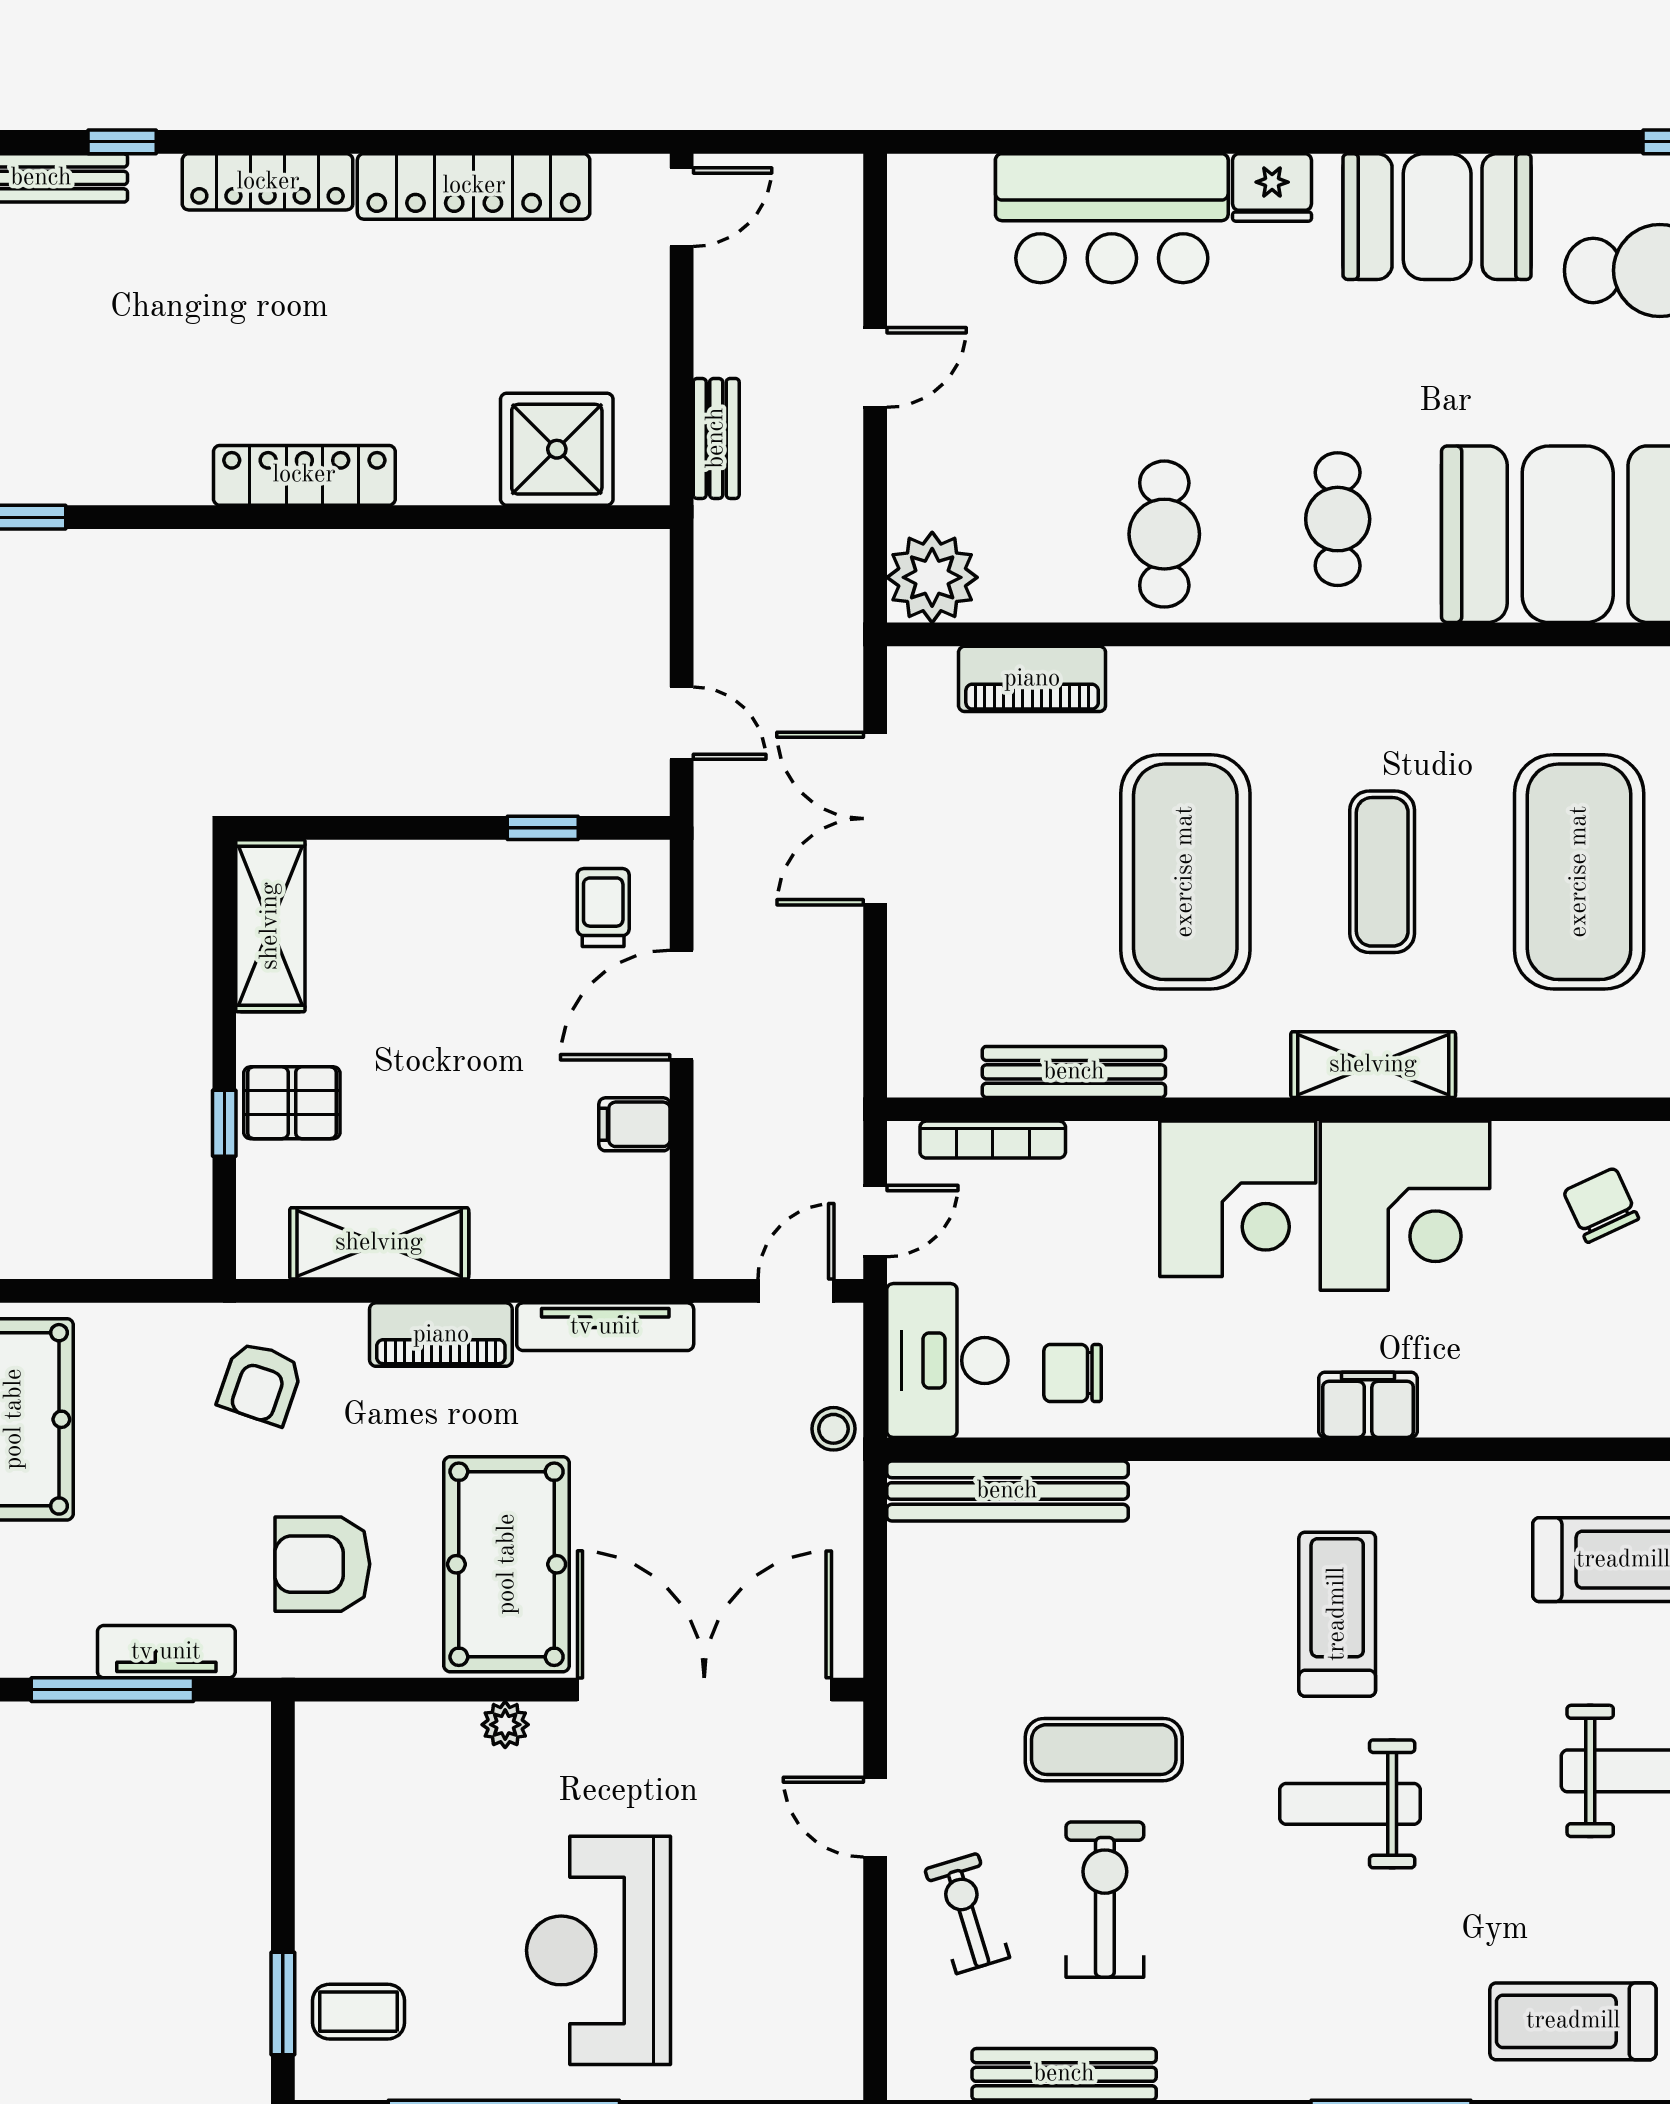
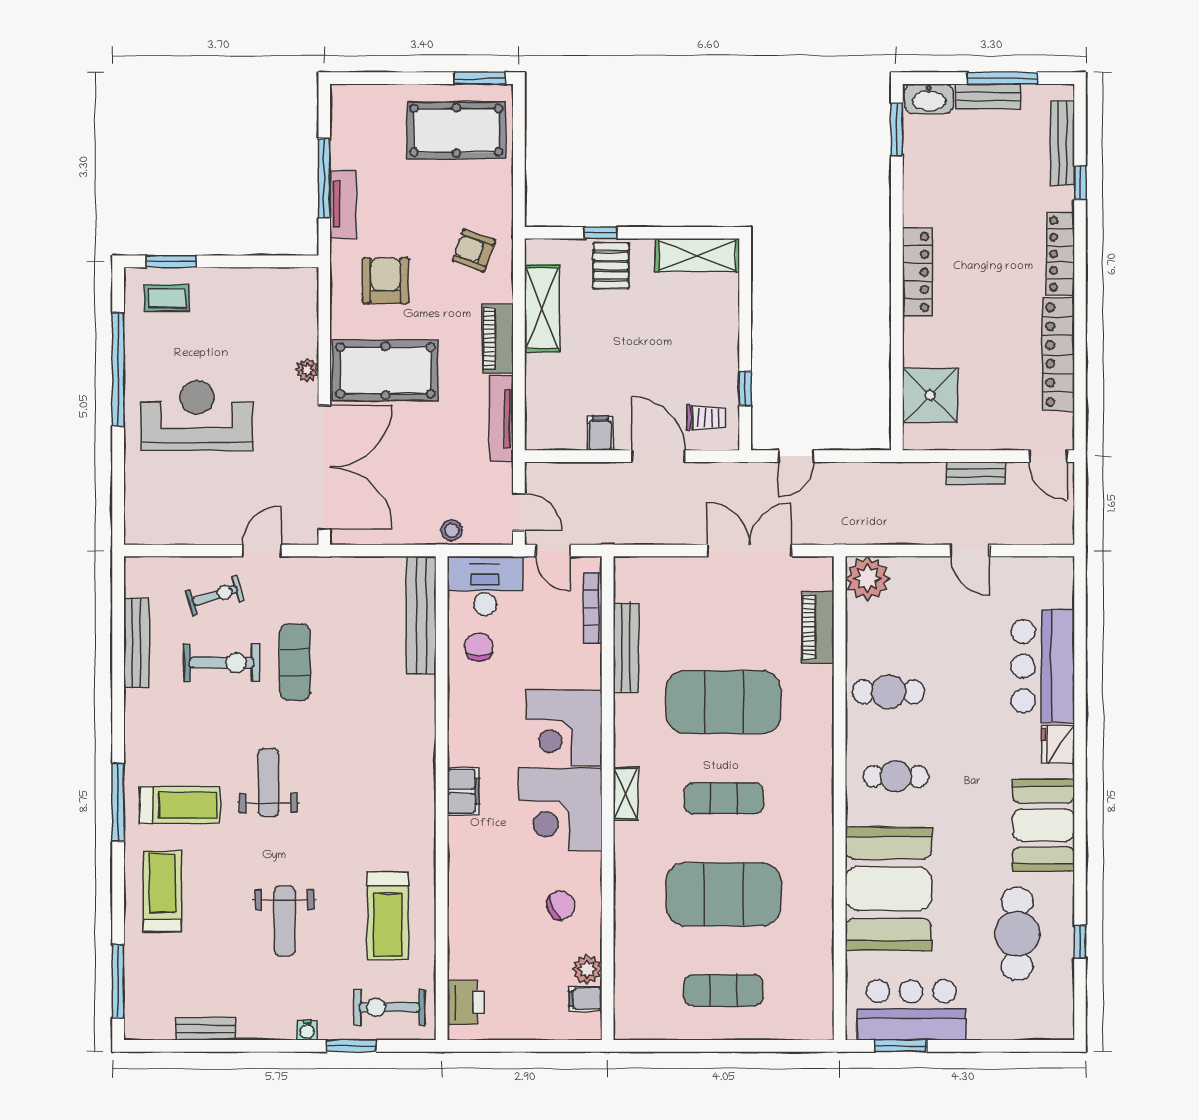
bench: (716, 438) -> (976, 473), moved
shelving: (1373, 1065) -> (625, 794), width x0.67, depth x0.75
treadmill: (1337, 1614) -> (180, 805), moved
coffee table: (359, 2012) -> (167, 298), turned 90

